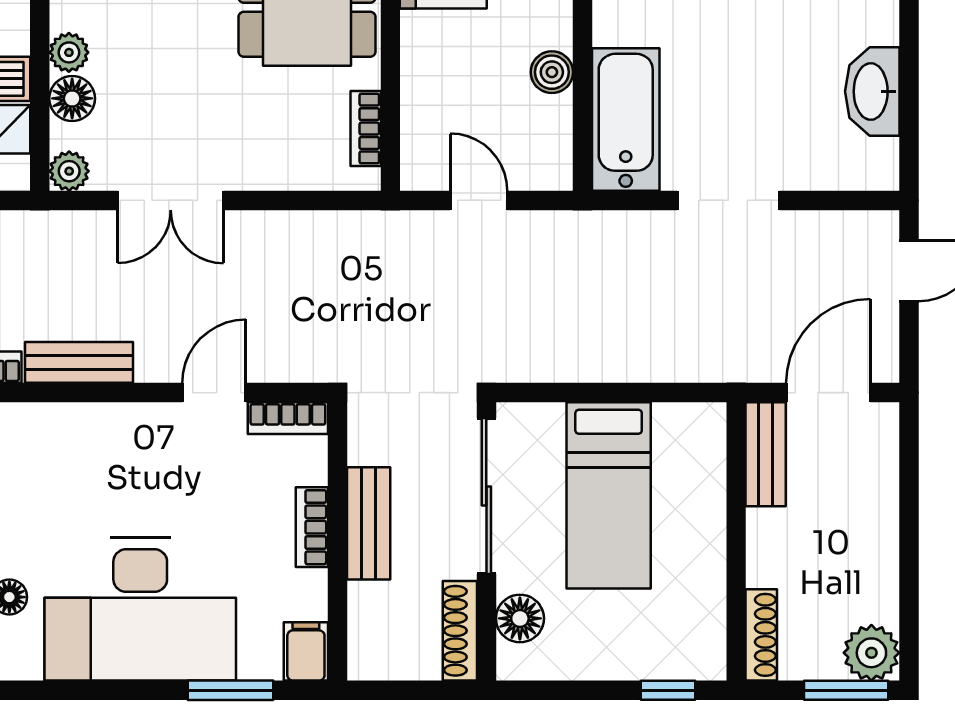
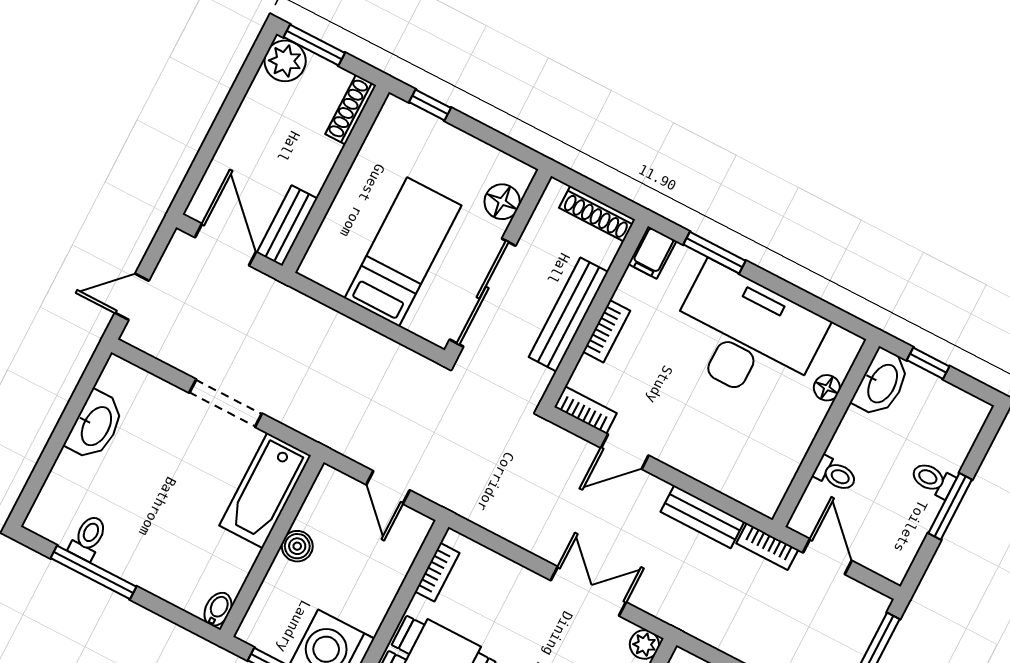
door: (828, 393) -> (225, 245), swing flipped
bench: (369, 523) -> (568, 315), width x1.36
shoe rack: (460, 631) -> (597, 214), moved, turned 90

